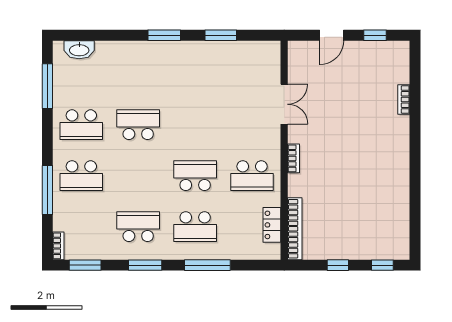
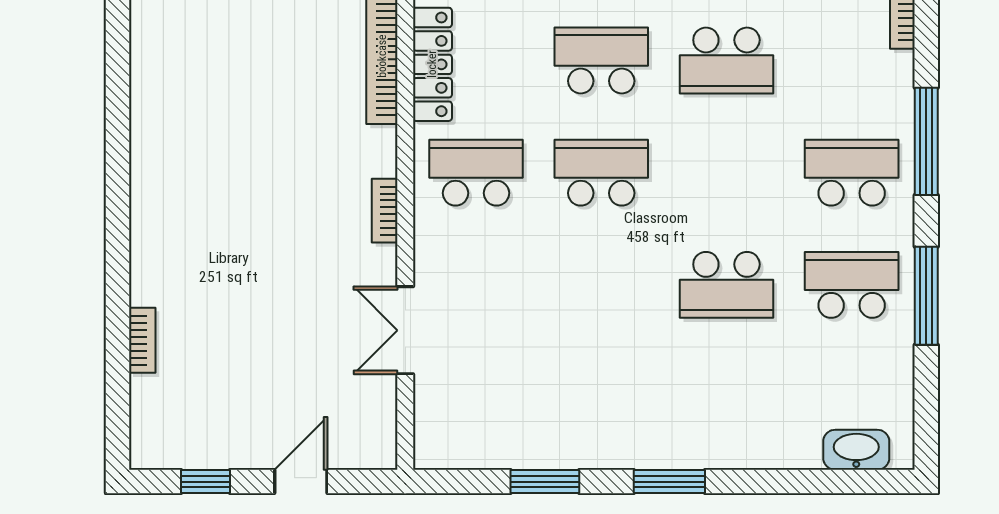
window: (47, 86) -> (926, 296), moved
school desk: (195, 176) -> (601, 173), turned 180
locker: (272, 225) -> (432, 64), width x1.53

